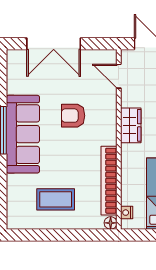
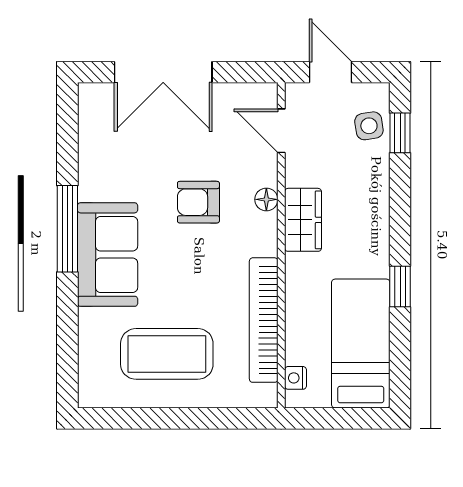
sofa: (23, 134) -> (108, 255), width x0.73
coffee table: (56, 199) -> (167, 354), width x1.36, depth x1.32
floor lamp: (111, 223) -> (266, 199), moved

